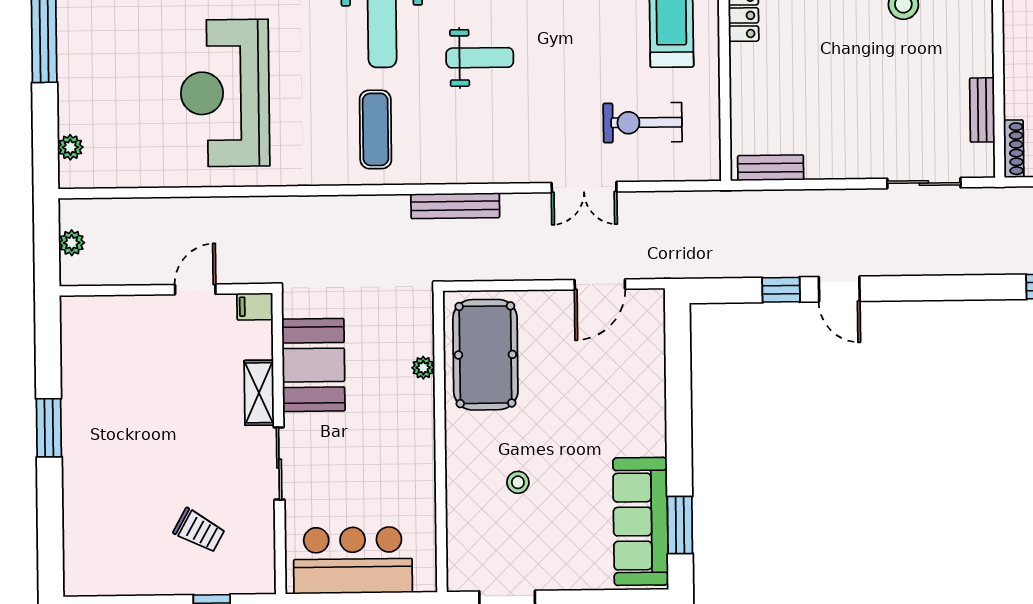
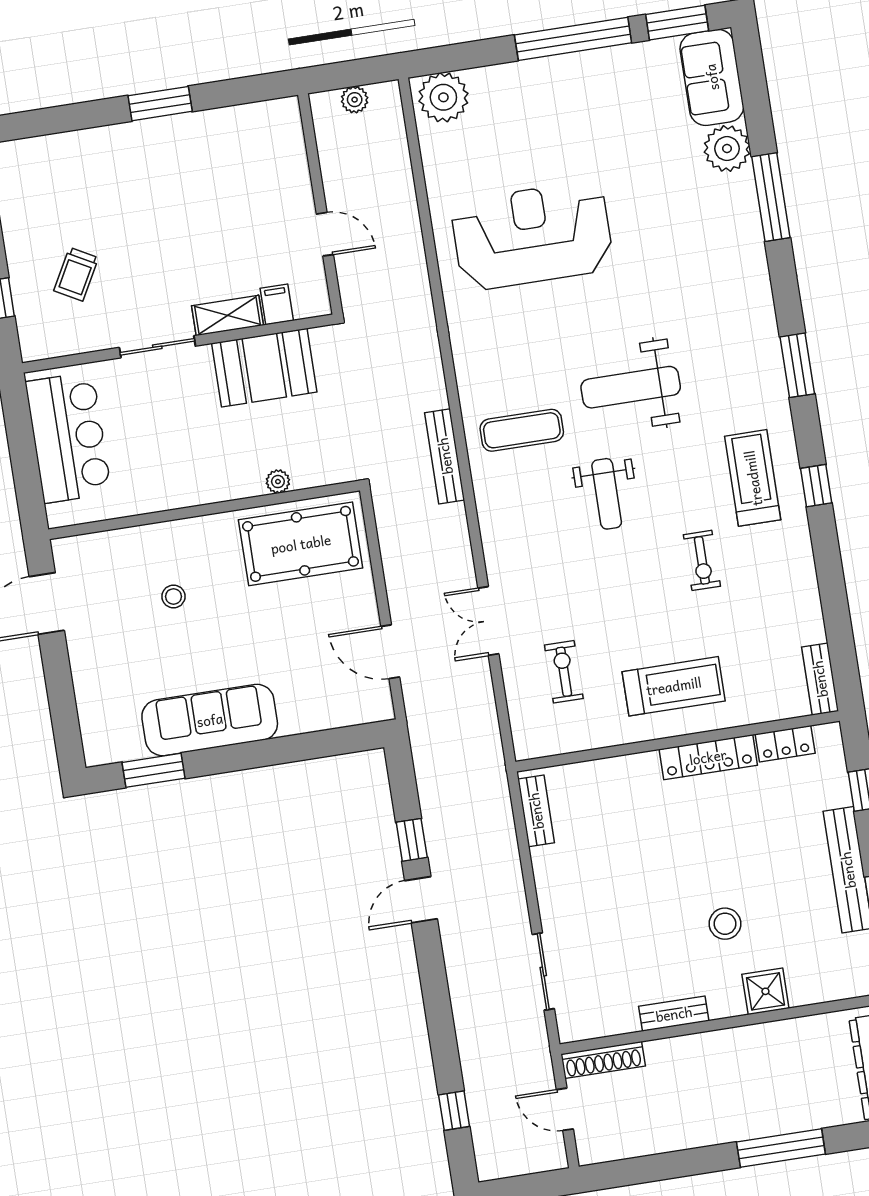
bench: (982, 110) -> (674, 1014), moved
exercise bike: (643, 123) -> (564, 672), width x0.73, depth x0.72
exercise mat: (376, 129) -> (522, 430), moved
plant: (70, 147) -> (443, 97), width x1.87, depth x1.87
shoe rack: (1014, 149) -> (603, 1060), width x1.36, depth x1.24
bench: (455, 206) -> (445, 456), moved
filing cabinet: (255, 307) -> (277, 304), moved
sofa: (641, 521) -> (210, 720), moved

